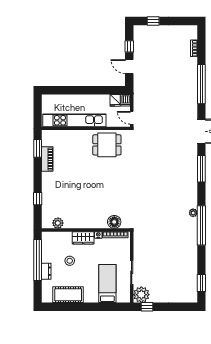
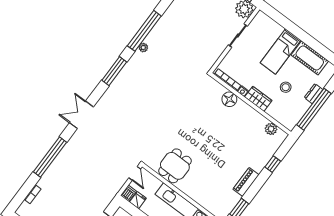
dining table: (107, 145) -> (175, 166), turned 90
piano: (47, 159) -> (246, 182), moved
window: (201, 169) -> (114, 71), moved
floor lamp: (114, 222) -> (229, 99), moved
bed: (107, 284) -> (280, 52), moved

